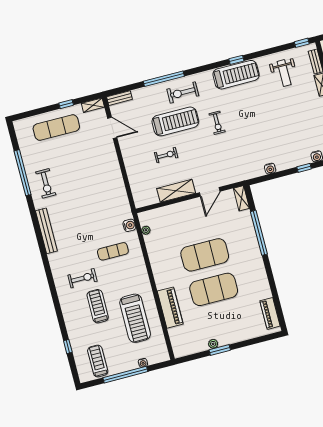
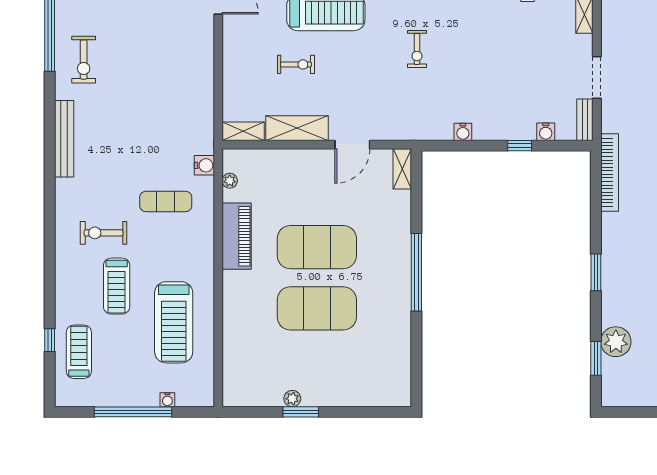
exercise bike: (217, 123) -> (417, 49), moved
shelving: (146, 200) -> (243, 131), added
window: (259, 233) -> (416, 272), moved
exercise bike: (82, 278) -> (104, 233), turned 180
treadmill: (98, 306) -> (117, 286), turned 180
piano: (170, 308) -> (237, 236), moved
piano: (270, 313) -> (400, 373), removed
treadmill: (98, 361) -> (79, 352), moved

